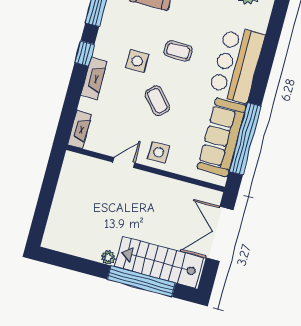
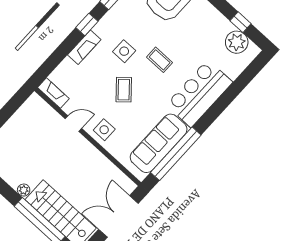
fireplace: (80, 129) -> (53, 93), moved, turned -90

